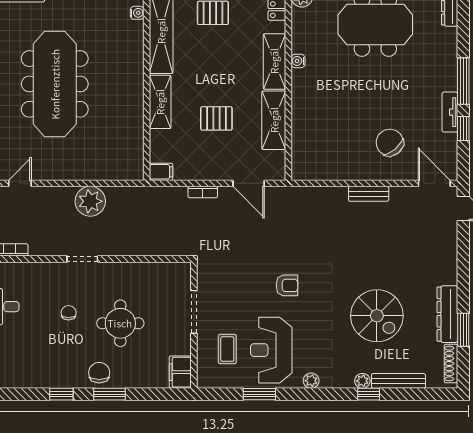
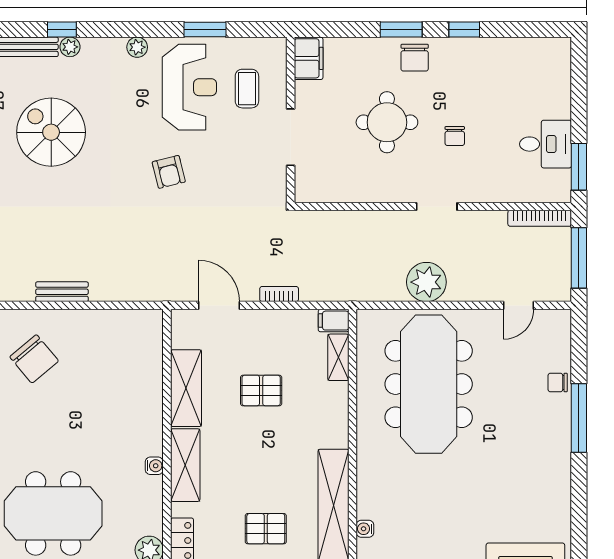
meeting table: (55, 84) -> (429, 384), moved
shelving: (160, 102) -> (338, 357), moved, width x0.67, depth x0.75
armchair: (287, 285) -> (169, 172), turned -104

